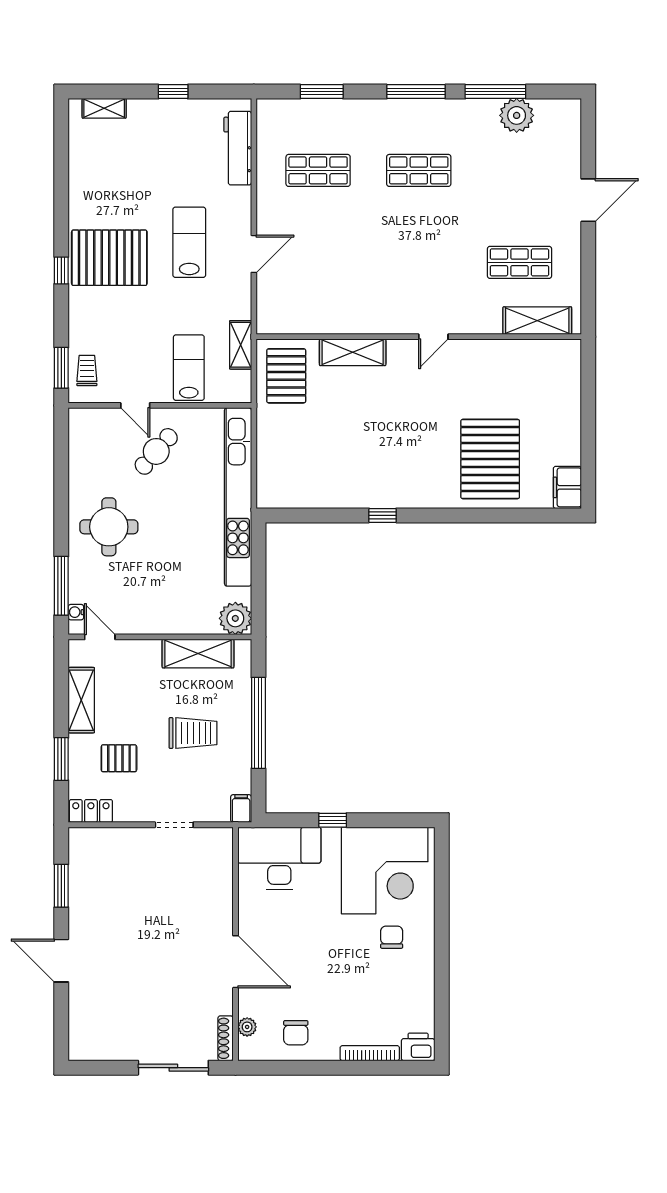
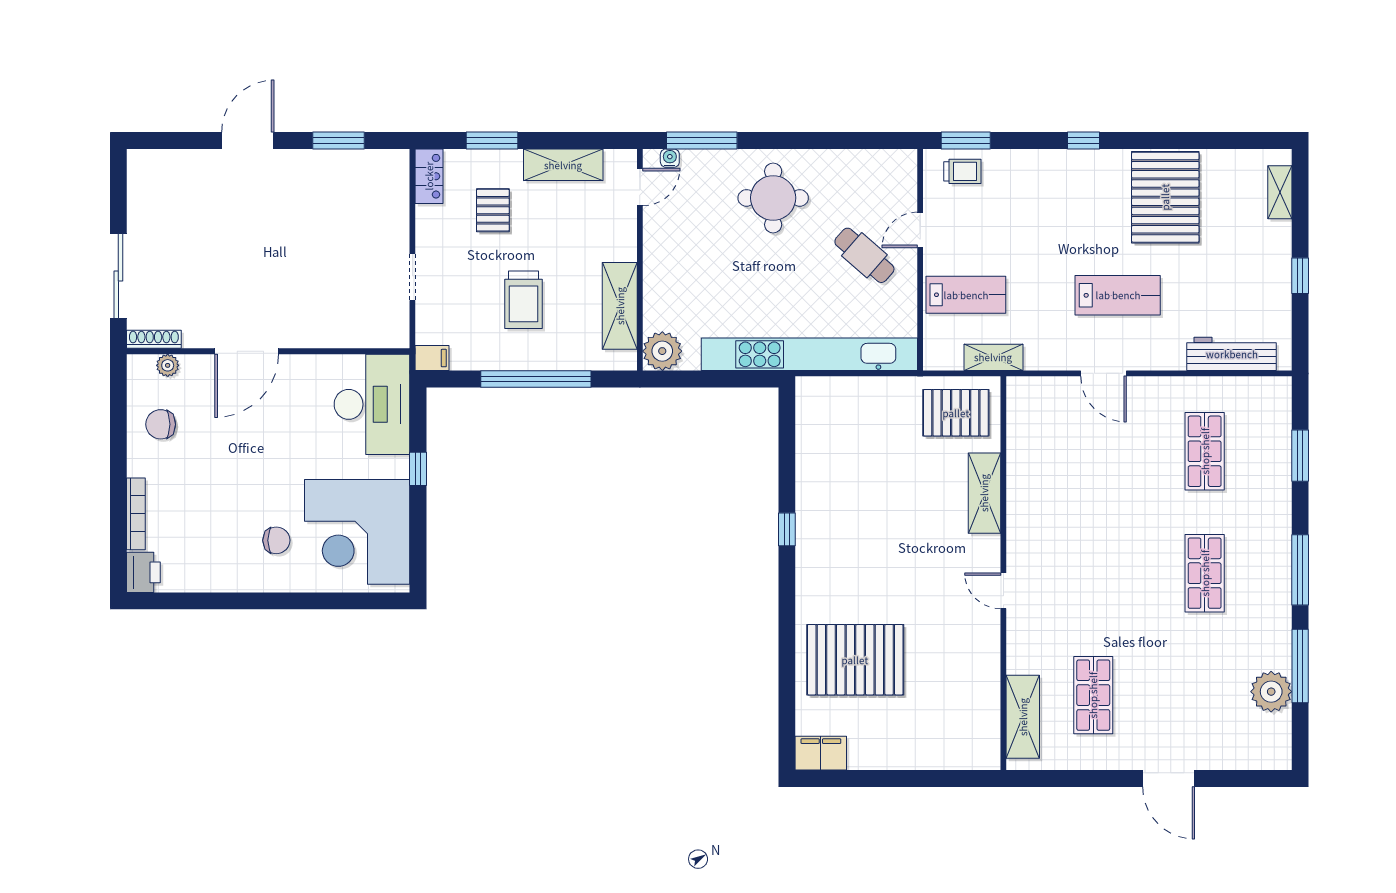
pallet: (109, 258) -> (1165, 197), moved

